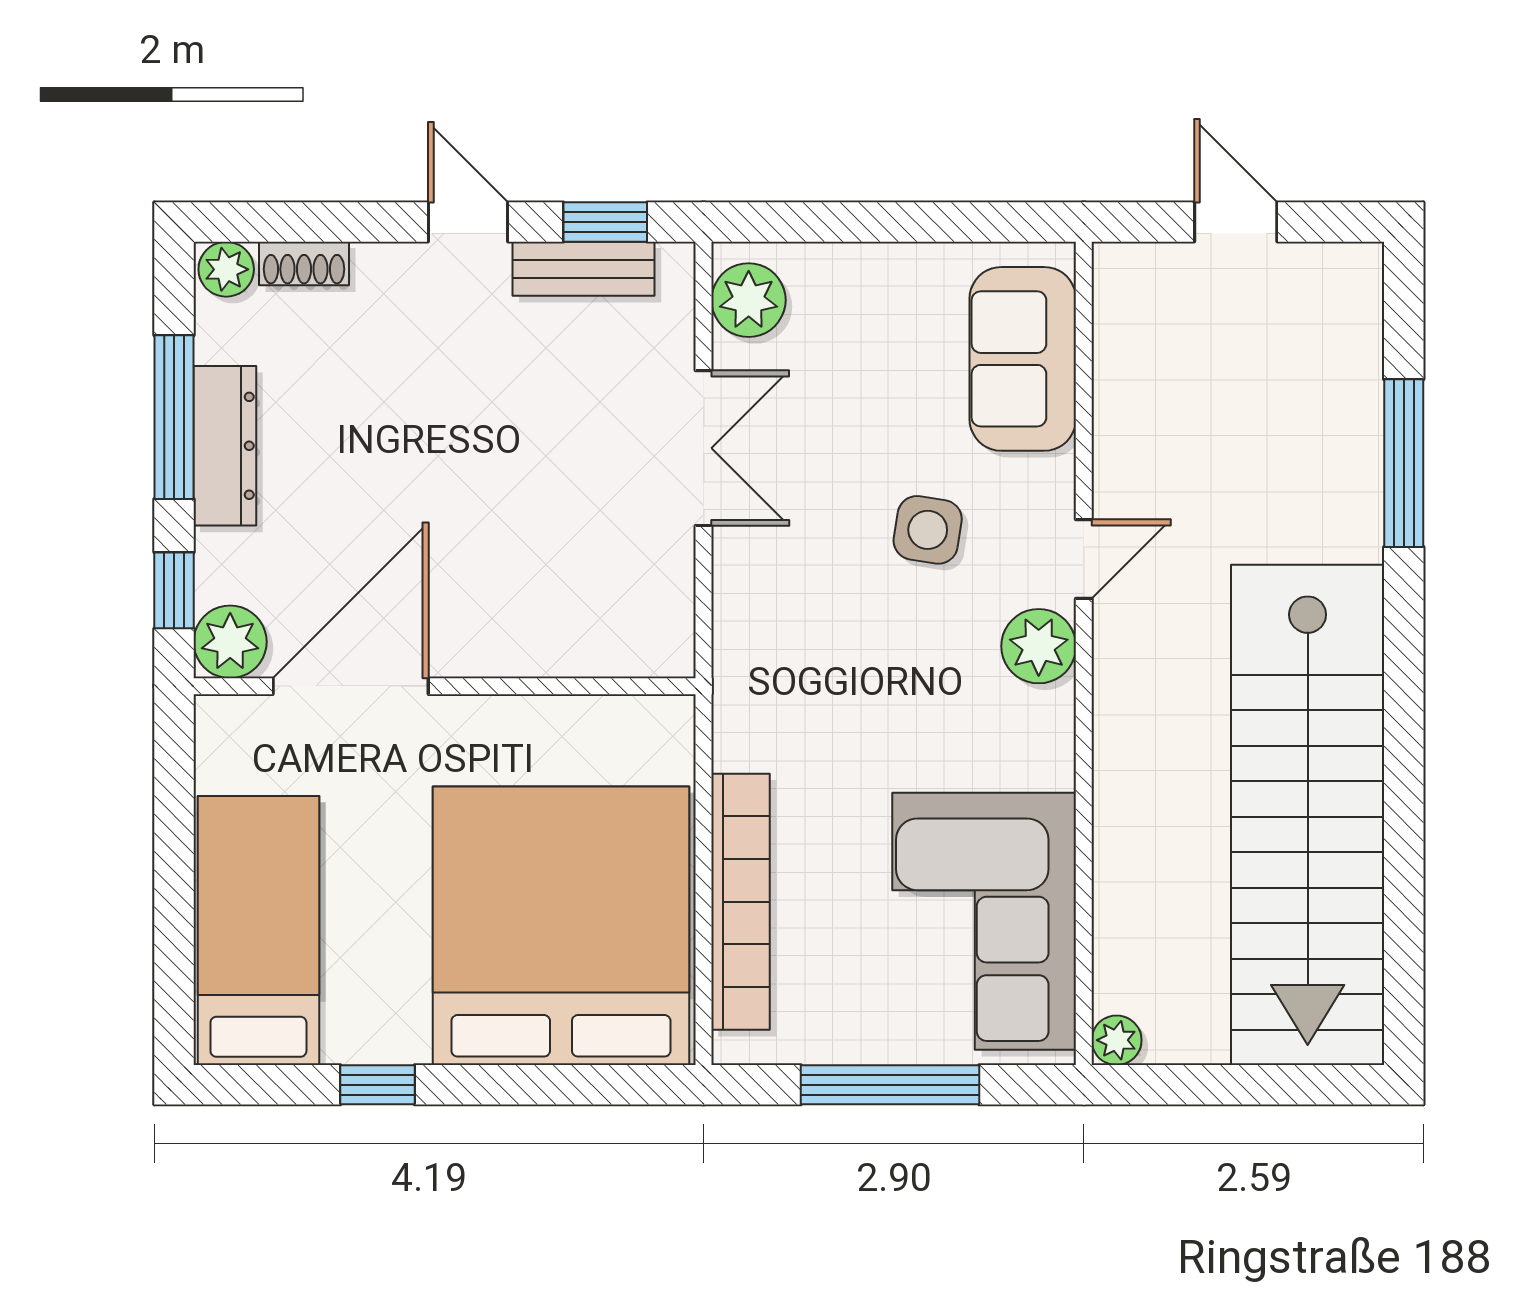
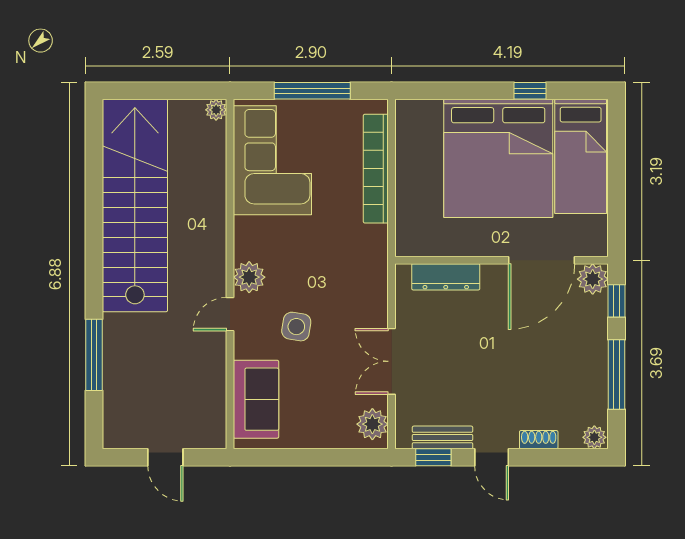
shoe rack: (304, 264) -> (539, 440), moved
dresser: (225, 446) -> (446, 277), moved, turned -90
bed: (561, 926) -> (498, 158), moved

